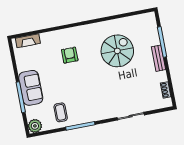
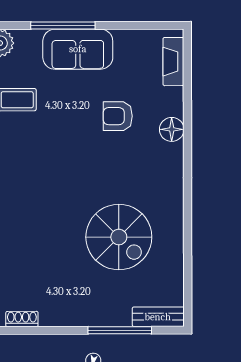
floor lamp: (61, 35) -> (172, 129), added
armchair: (70, 55) -> (118, 116), moved, turned 180
bench: (158, 58) -> (158, 317), moved

